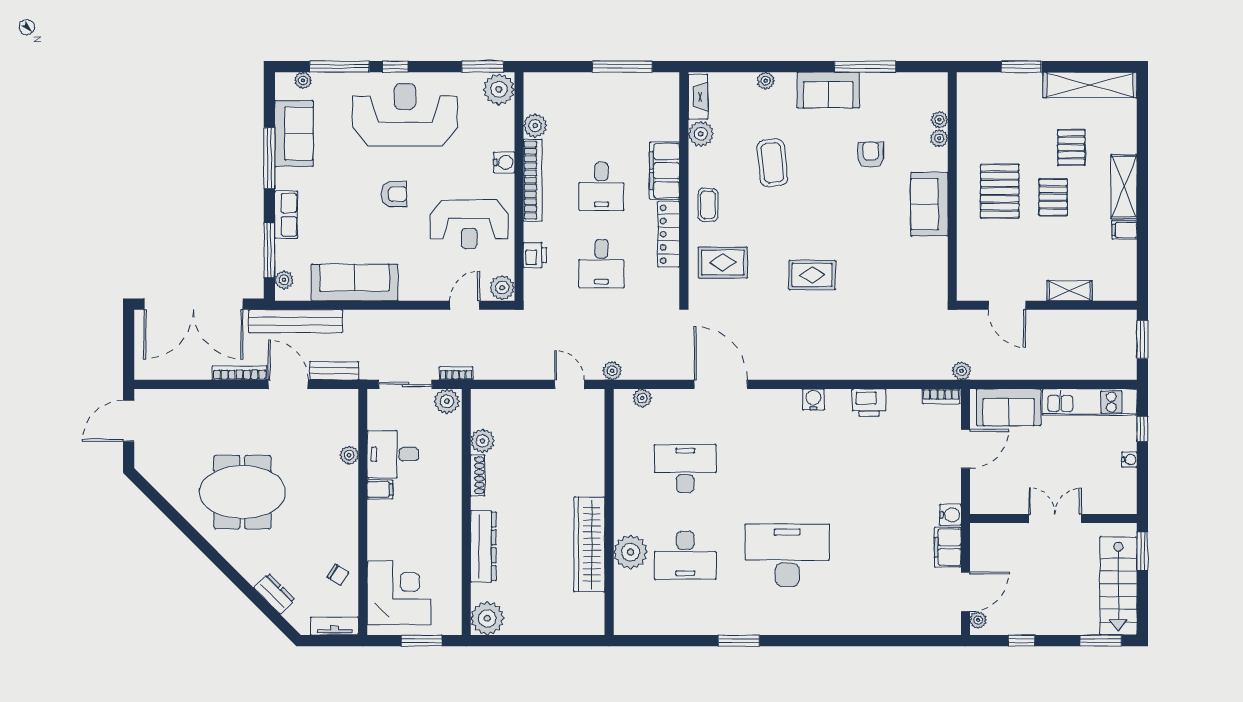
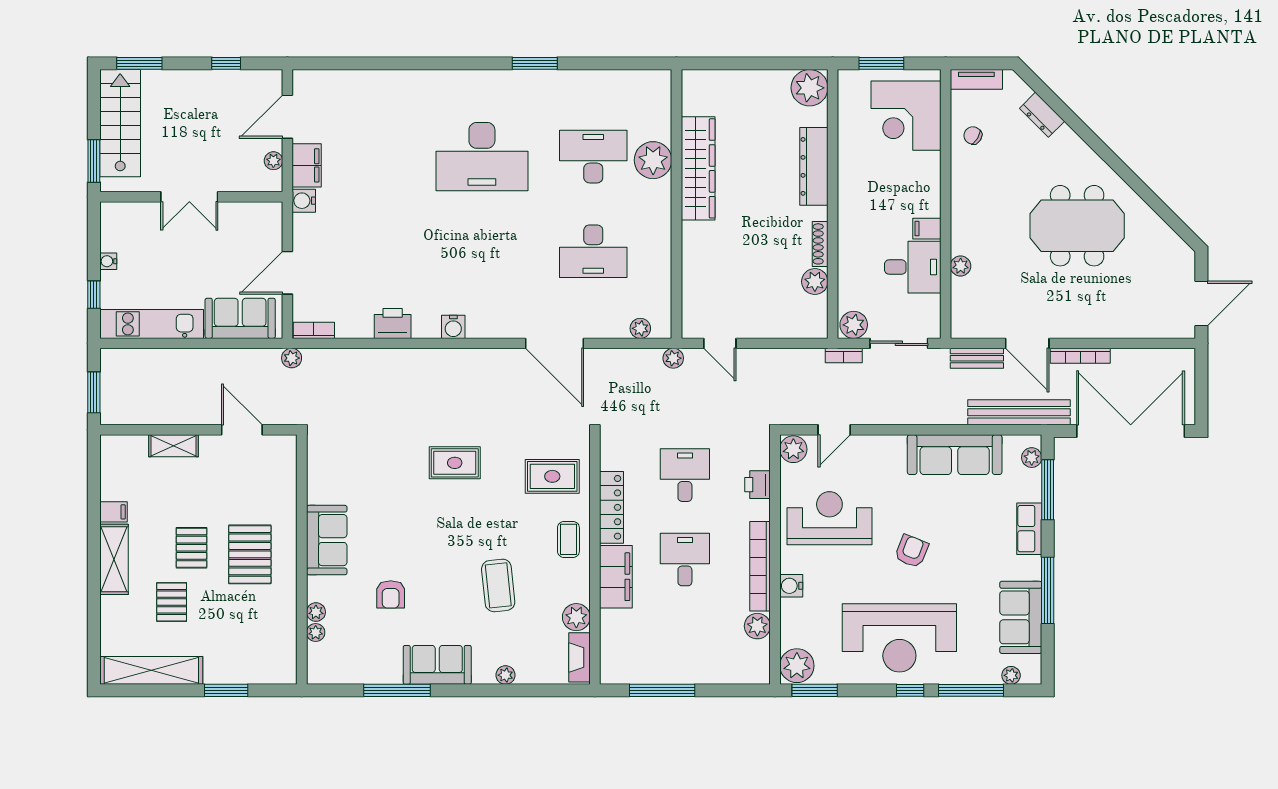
armchair: (394, 194) -> (912, 551), turned 112
plant: (978, 620) -> (273, 161), moved

